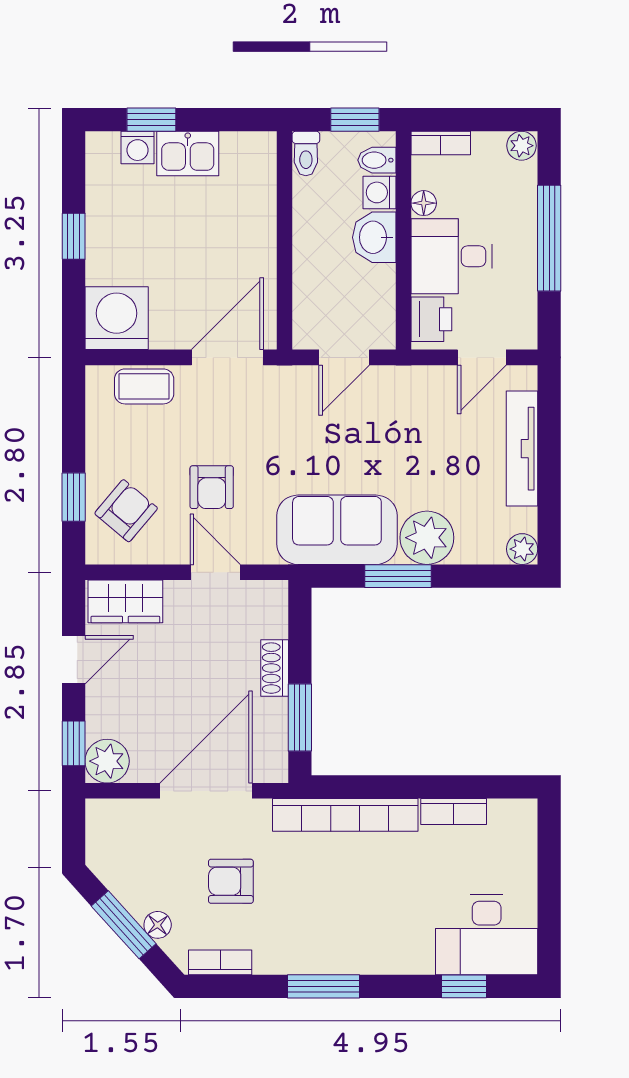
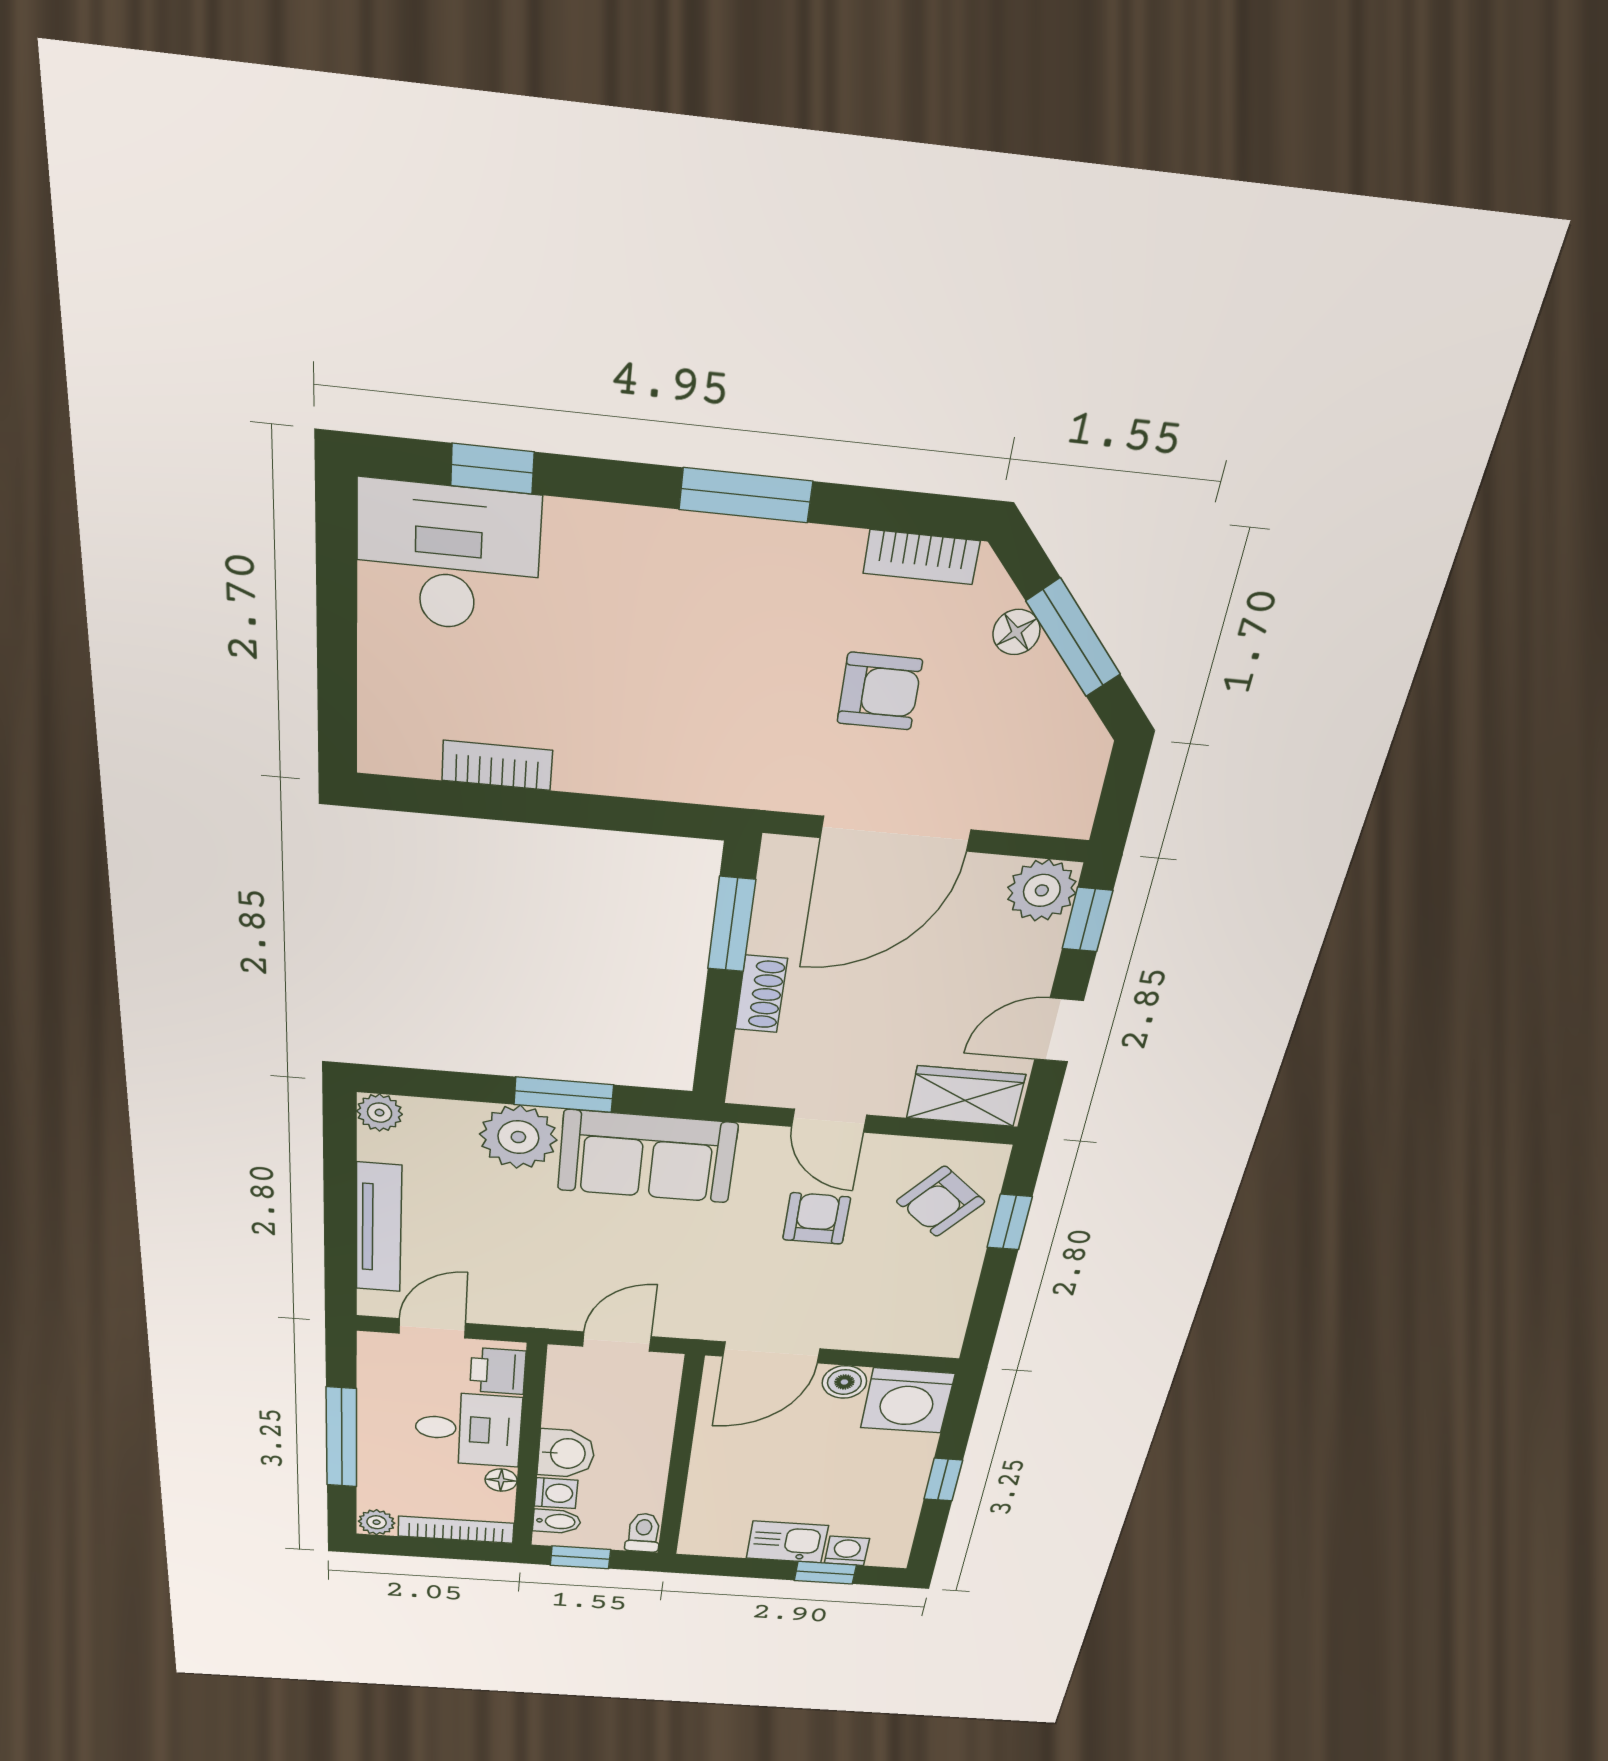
bookcase: (441, 143) -> (456, 1530), width x1.56
boiler: (168, 333) -> (844, 1382), added
coffee table: (144, 386) -> (887, 1331), removed
bookcase: (345, 815) -> (676, 777), removed

